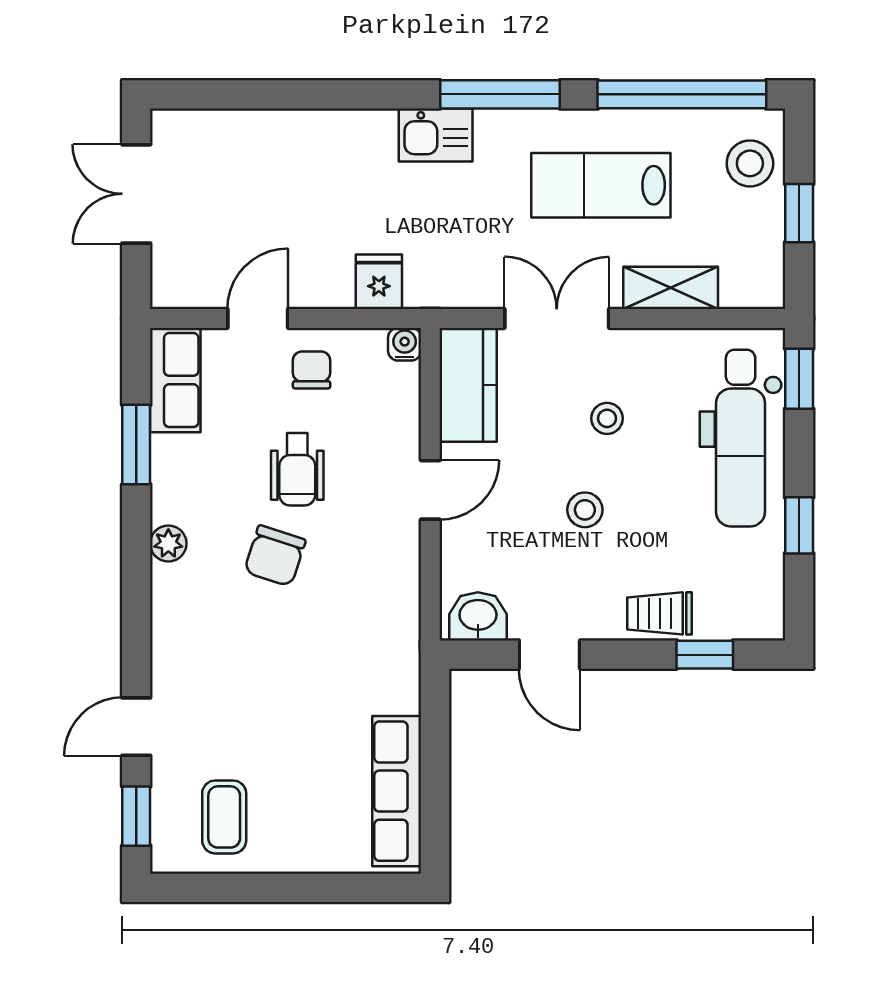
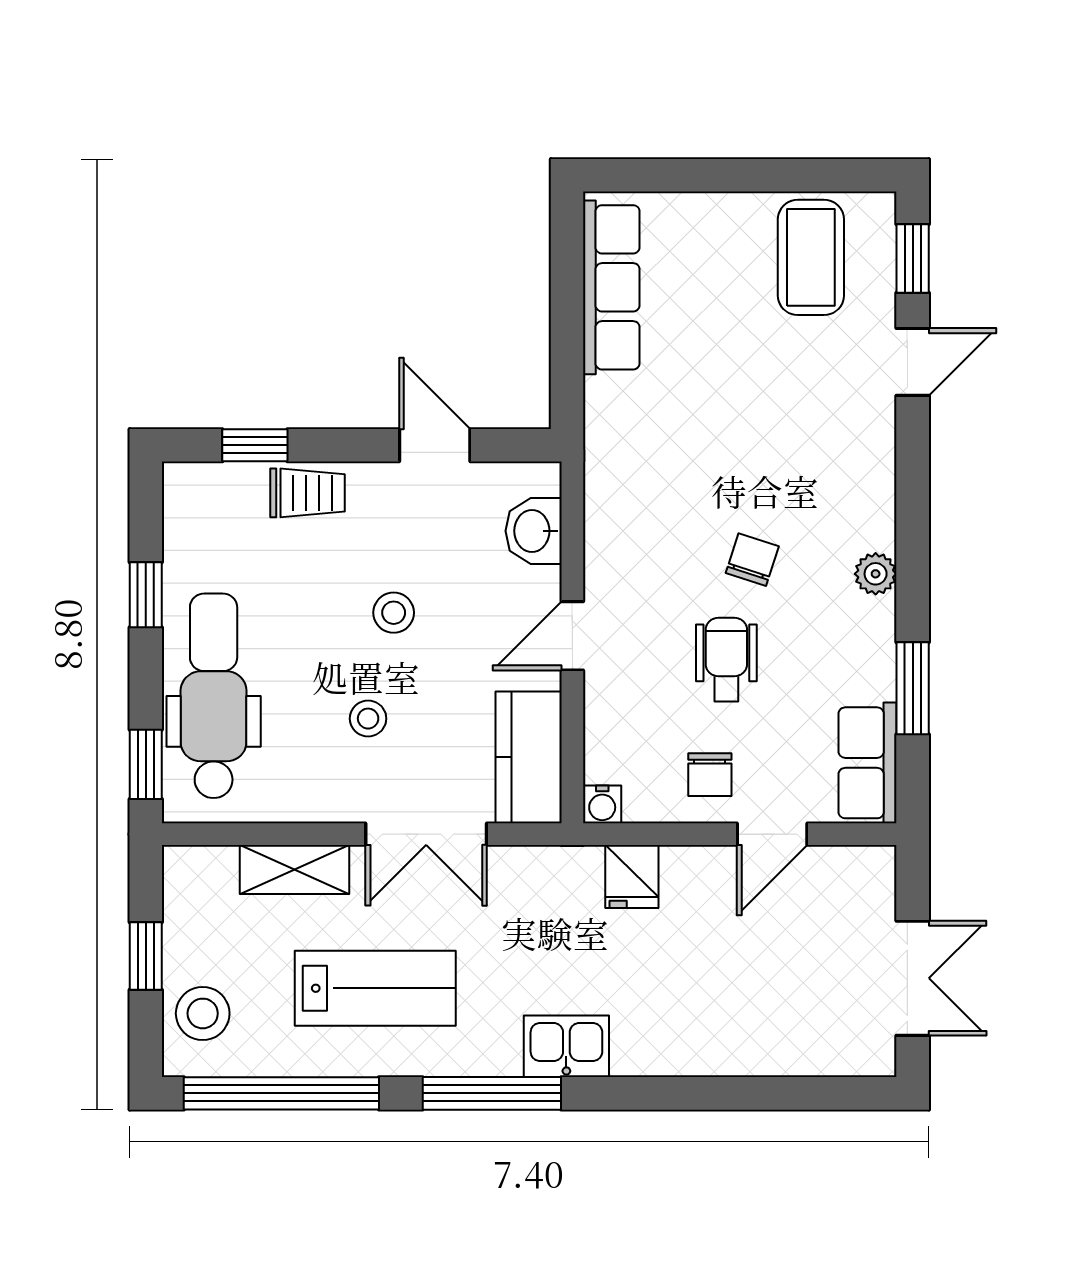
chair: (275, 556) -> (752, 560), width x0.73, depth x0.73
washbasin: (478, 616) -> (534, 531), moved, turned 90
coffee table: (224, 817) -> (811, 257), width x1.36, depth x1.30

